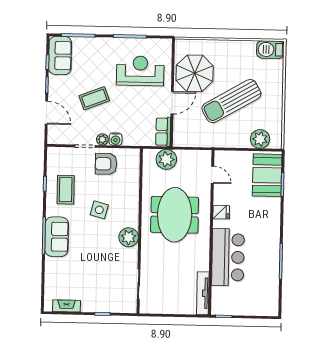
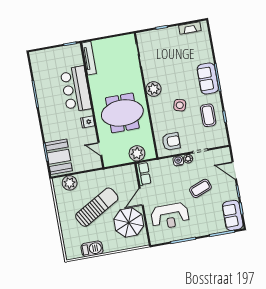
barbecue: (270, 50) -> (92, 249), moved
armchair: (106, 164) -> (171, 141), moved
meeting table: (175, 215) -> (122, 113), turned 90

